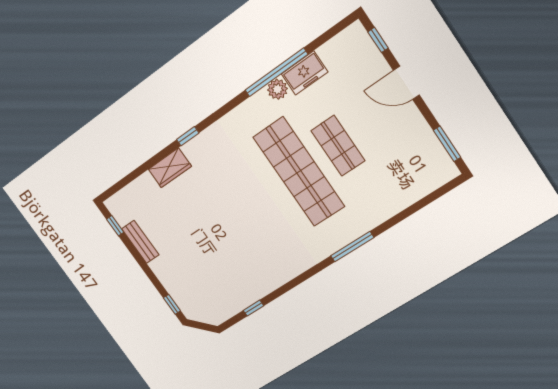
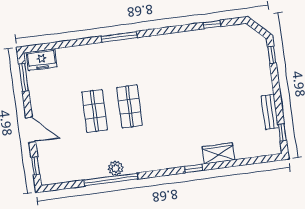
freezer: (305, 73) -> (42, 60), moved, turned 180
shop shelf: (299, 172) -> (130, 106), width x0.50, depth x0.74

